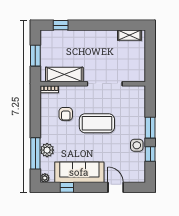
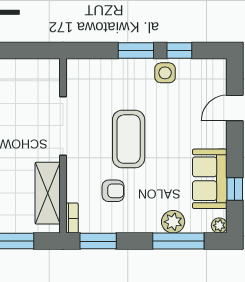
window: (35, 105) -> (98, 241), added
sofa: (79, 172) -> (210, 179), width x0.73

